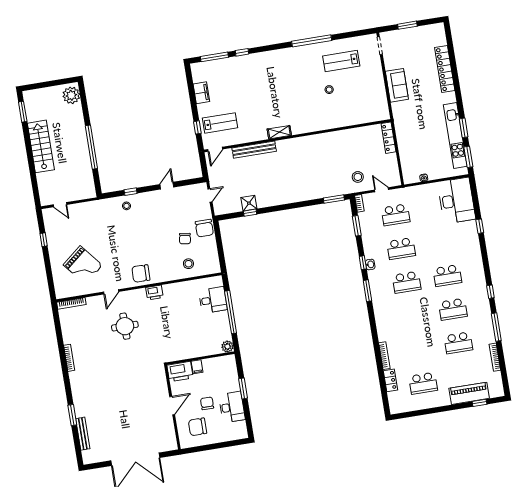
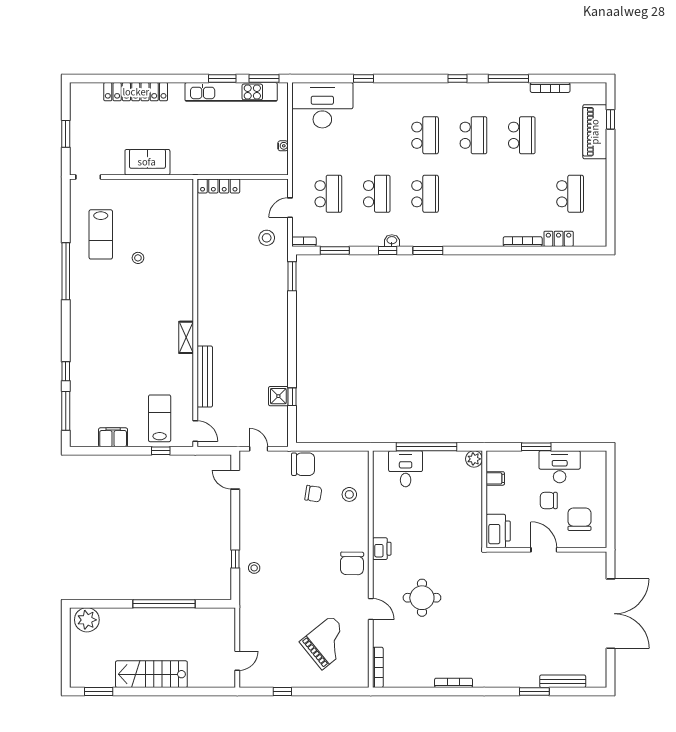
door: (167, 186) -> (235, 480), moved
filing cabinet: (197, 367) -> (495, 478), moved
chair: (198, 427) -> (579, 519), turned 180

